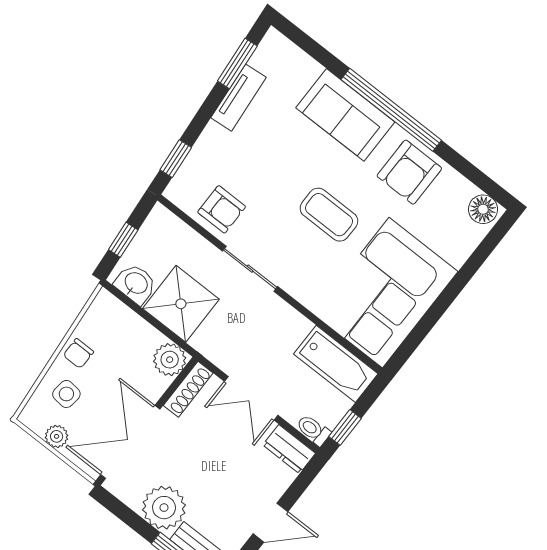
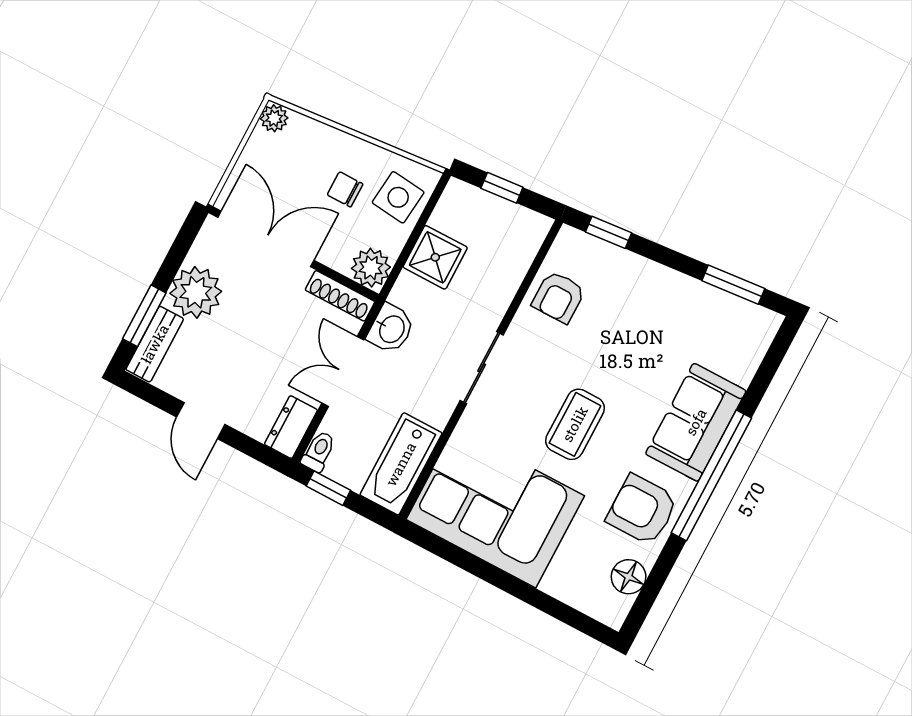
tv unit: (238, 98) -> (693, 293), removed
floor lamp: (483, 209) -> (629, 577), moved
sliding door: (250, 269) -> (482, 368), moved
washbasin: (136, 284) -> (391, 329), moved
shower: (181, 304) -> (435, 257), width x0.73, depth x0.73
chair: (78, 353) -> (345, 189), moved
side table: (66, 394) -> (398, 197), moved, width x1.37, depth x1.37
plant: (57, 436) -> (274, 118), moved

